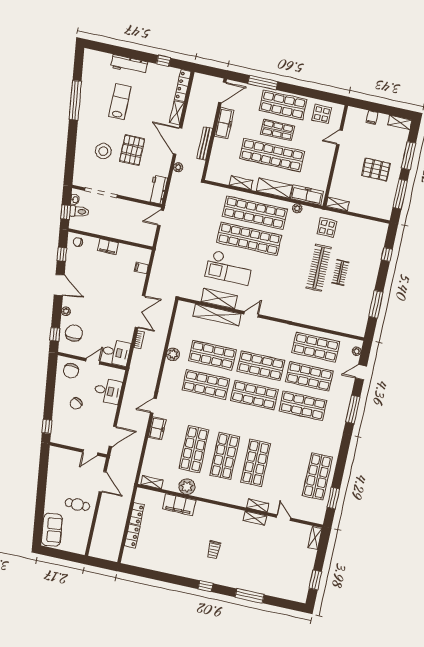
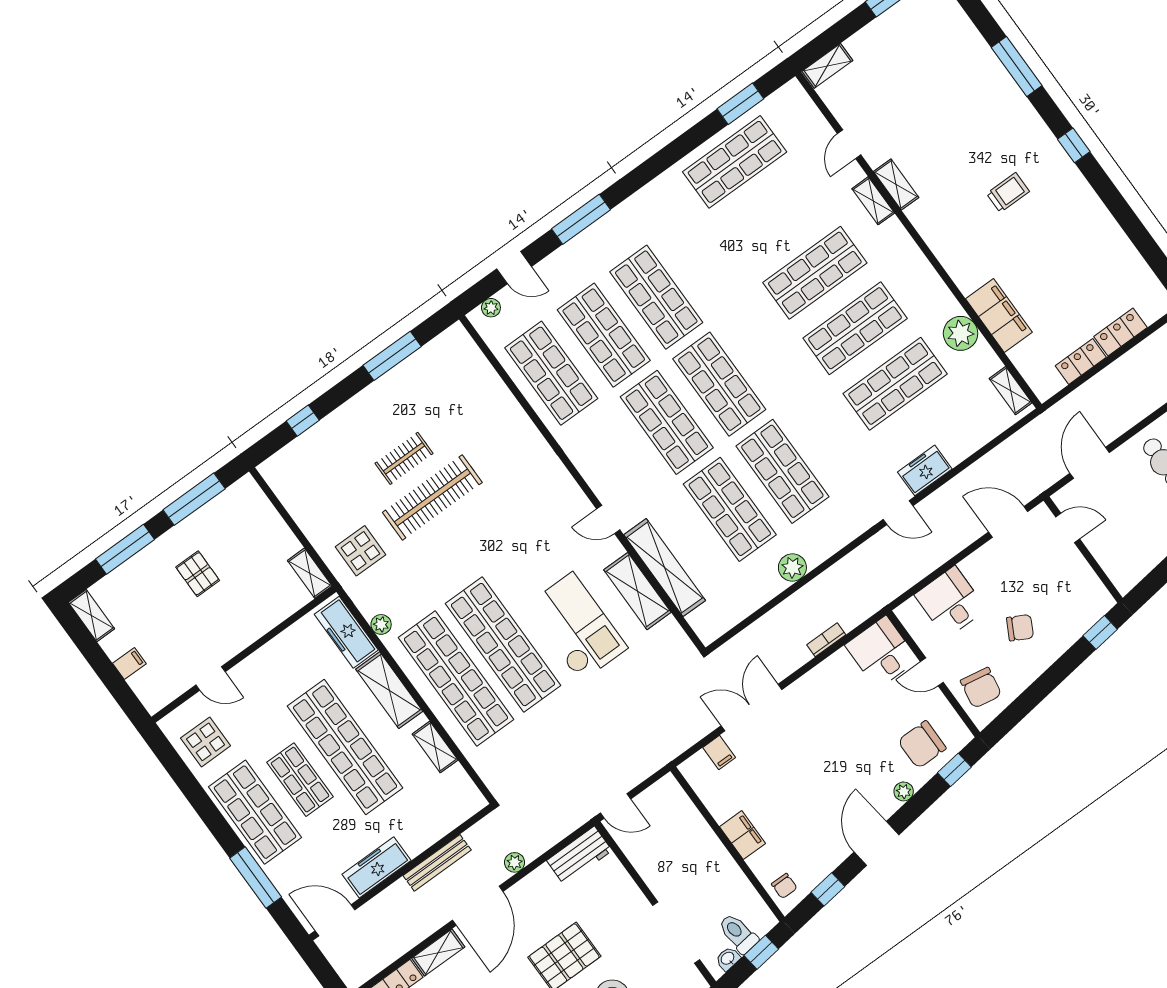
pallet: (376, 169) -> (198, 574), width x0.67, depth x0.71
double door: (140, 312) -> (752, 708), moved
chair: (71, 371) -> (981, 688), turned 100

